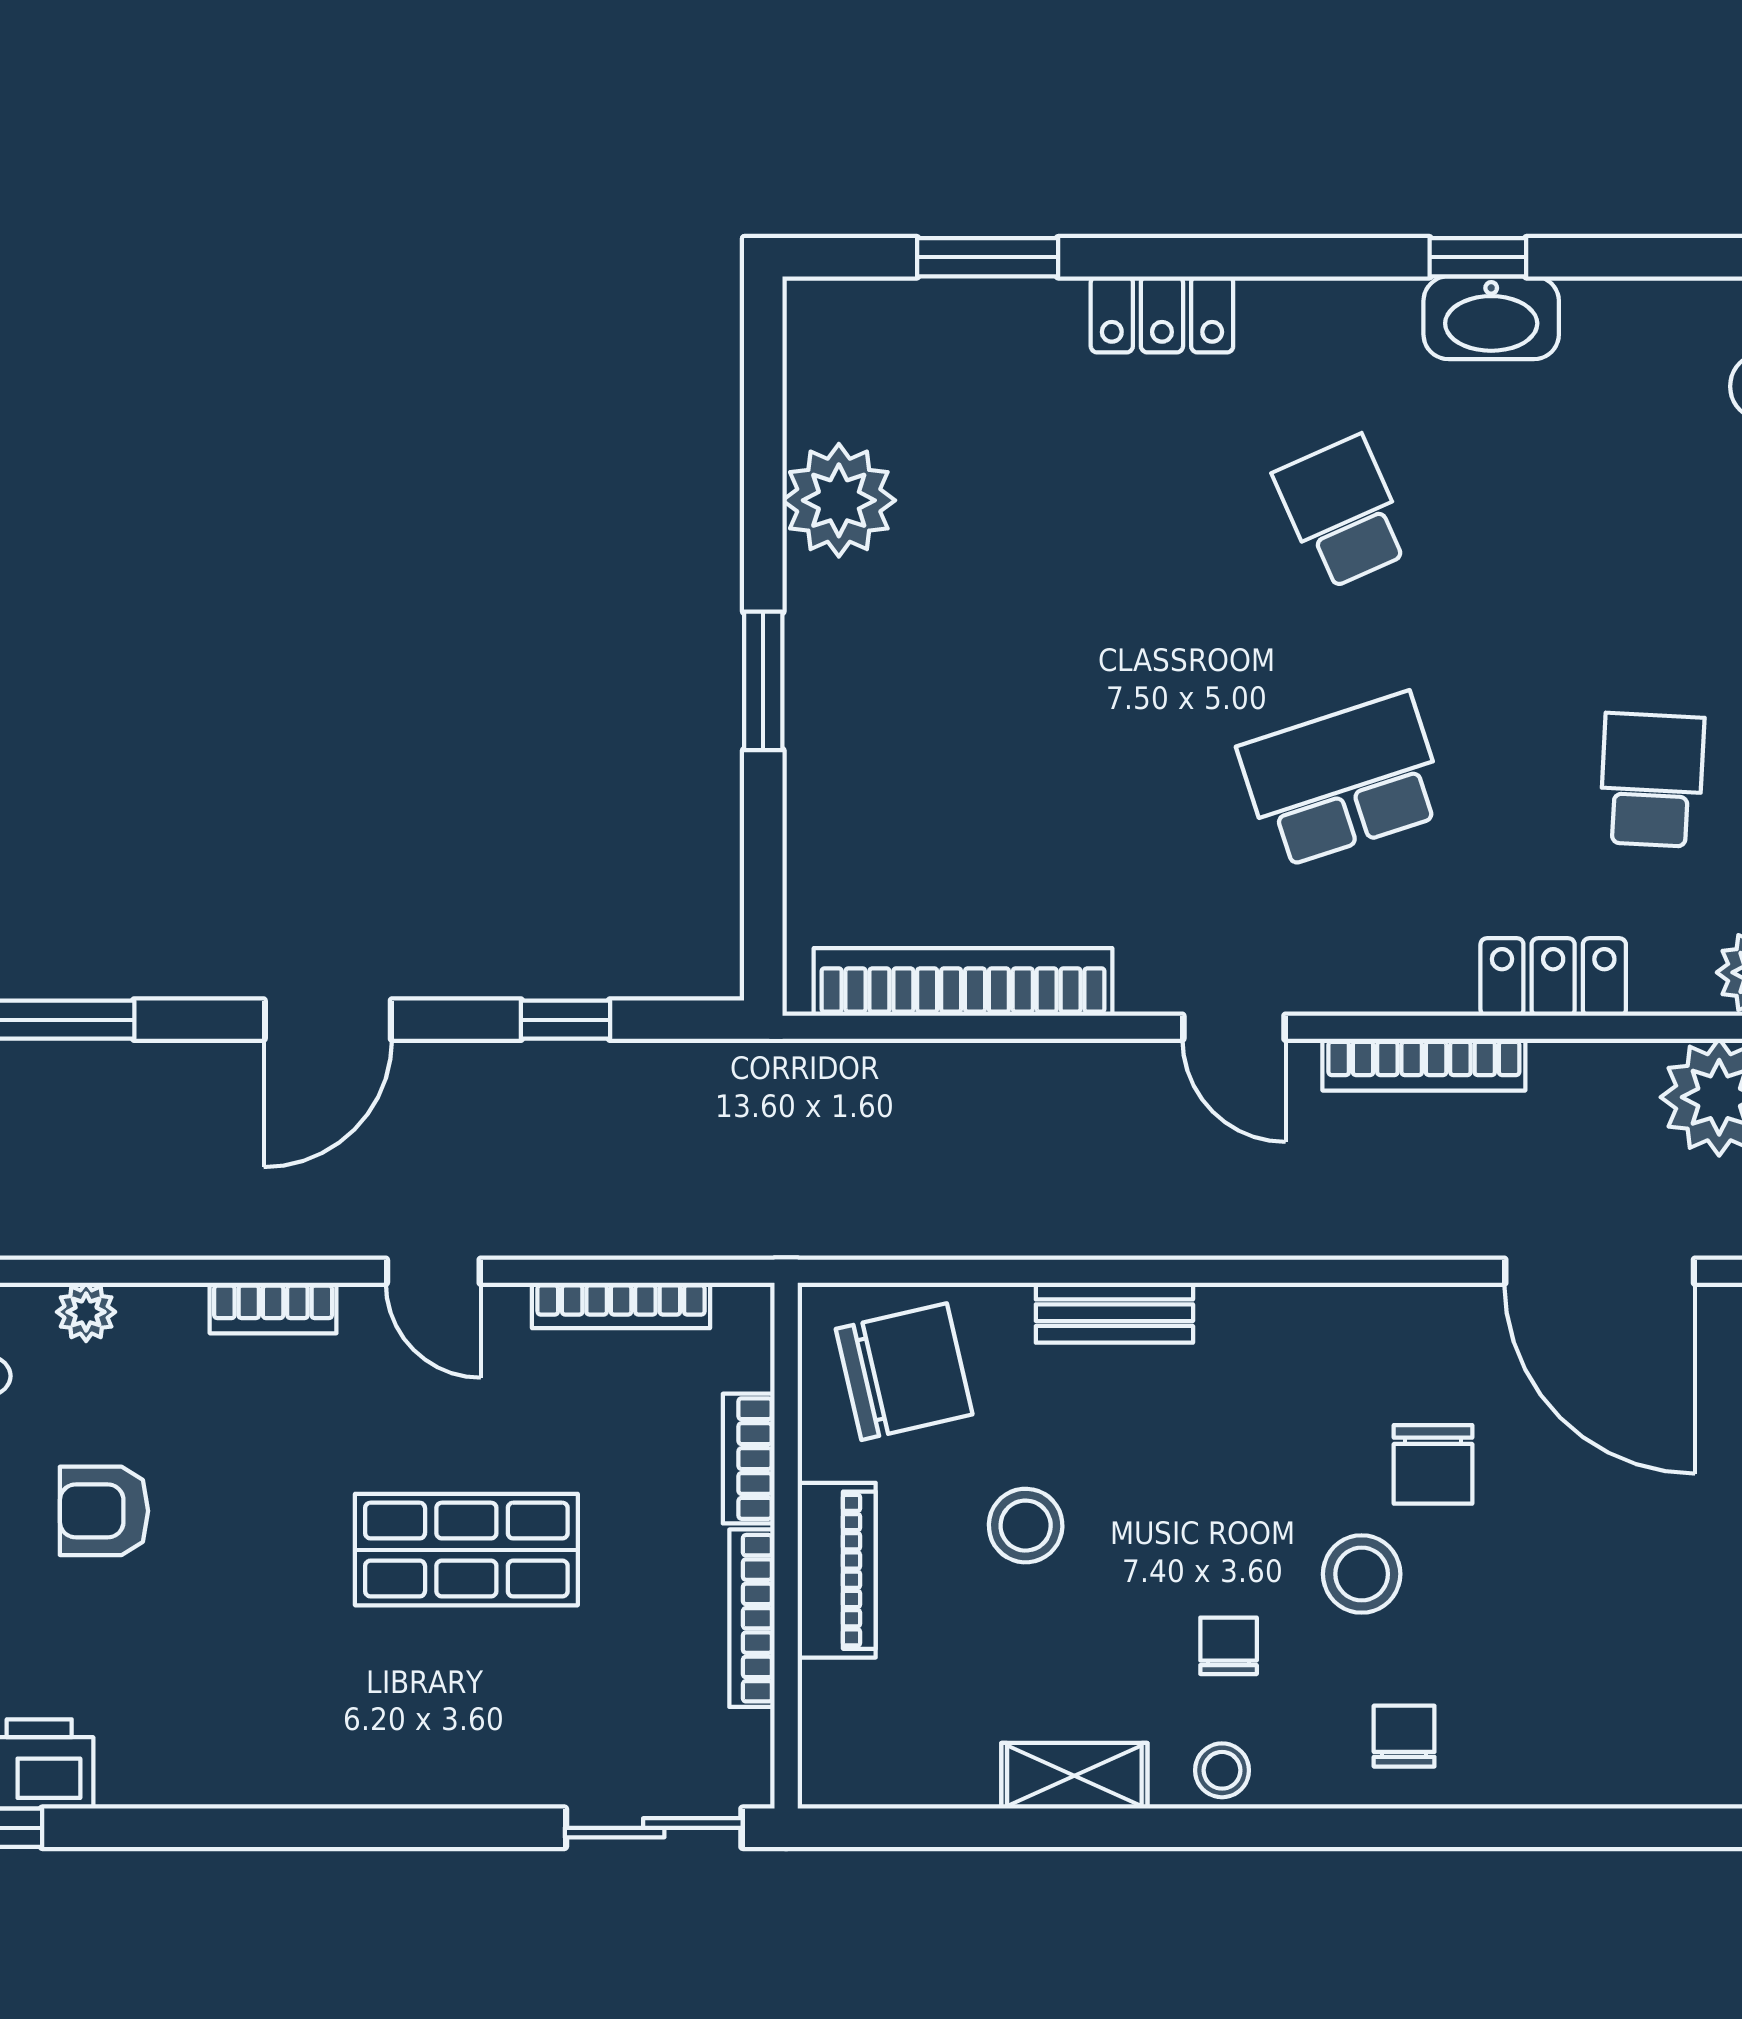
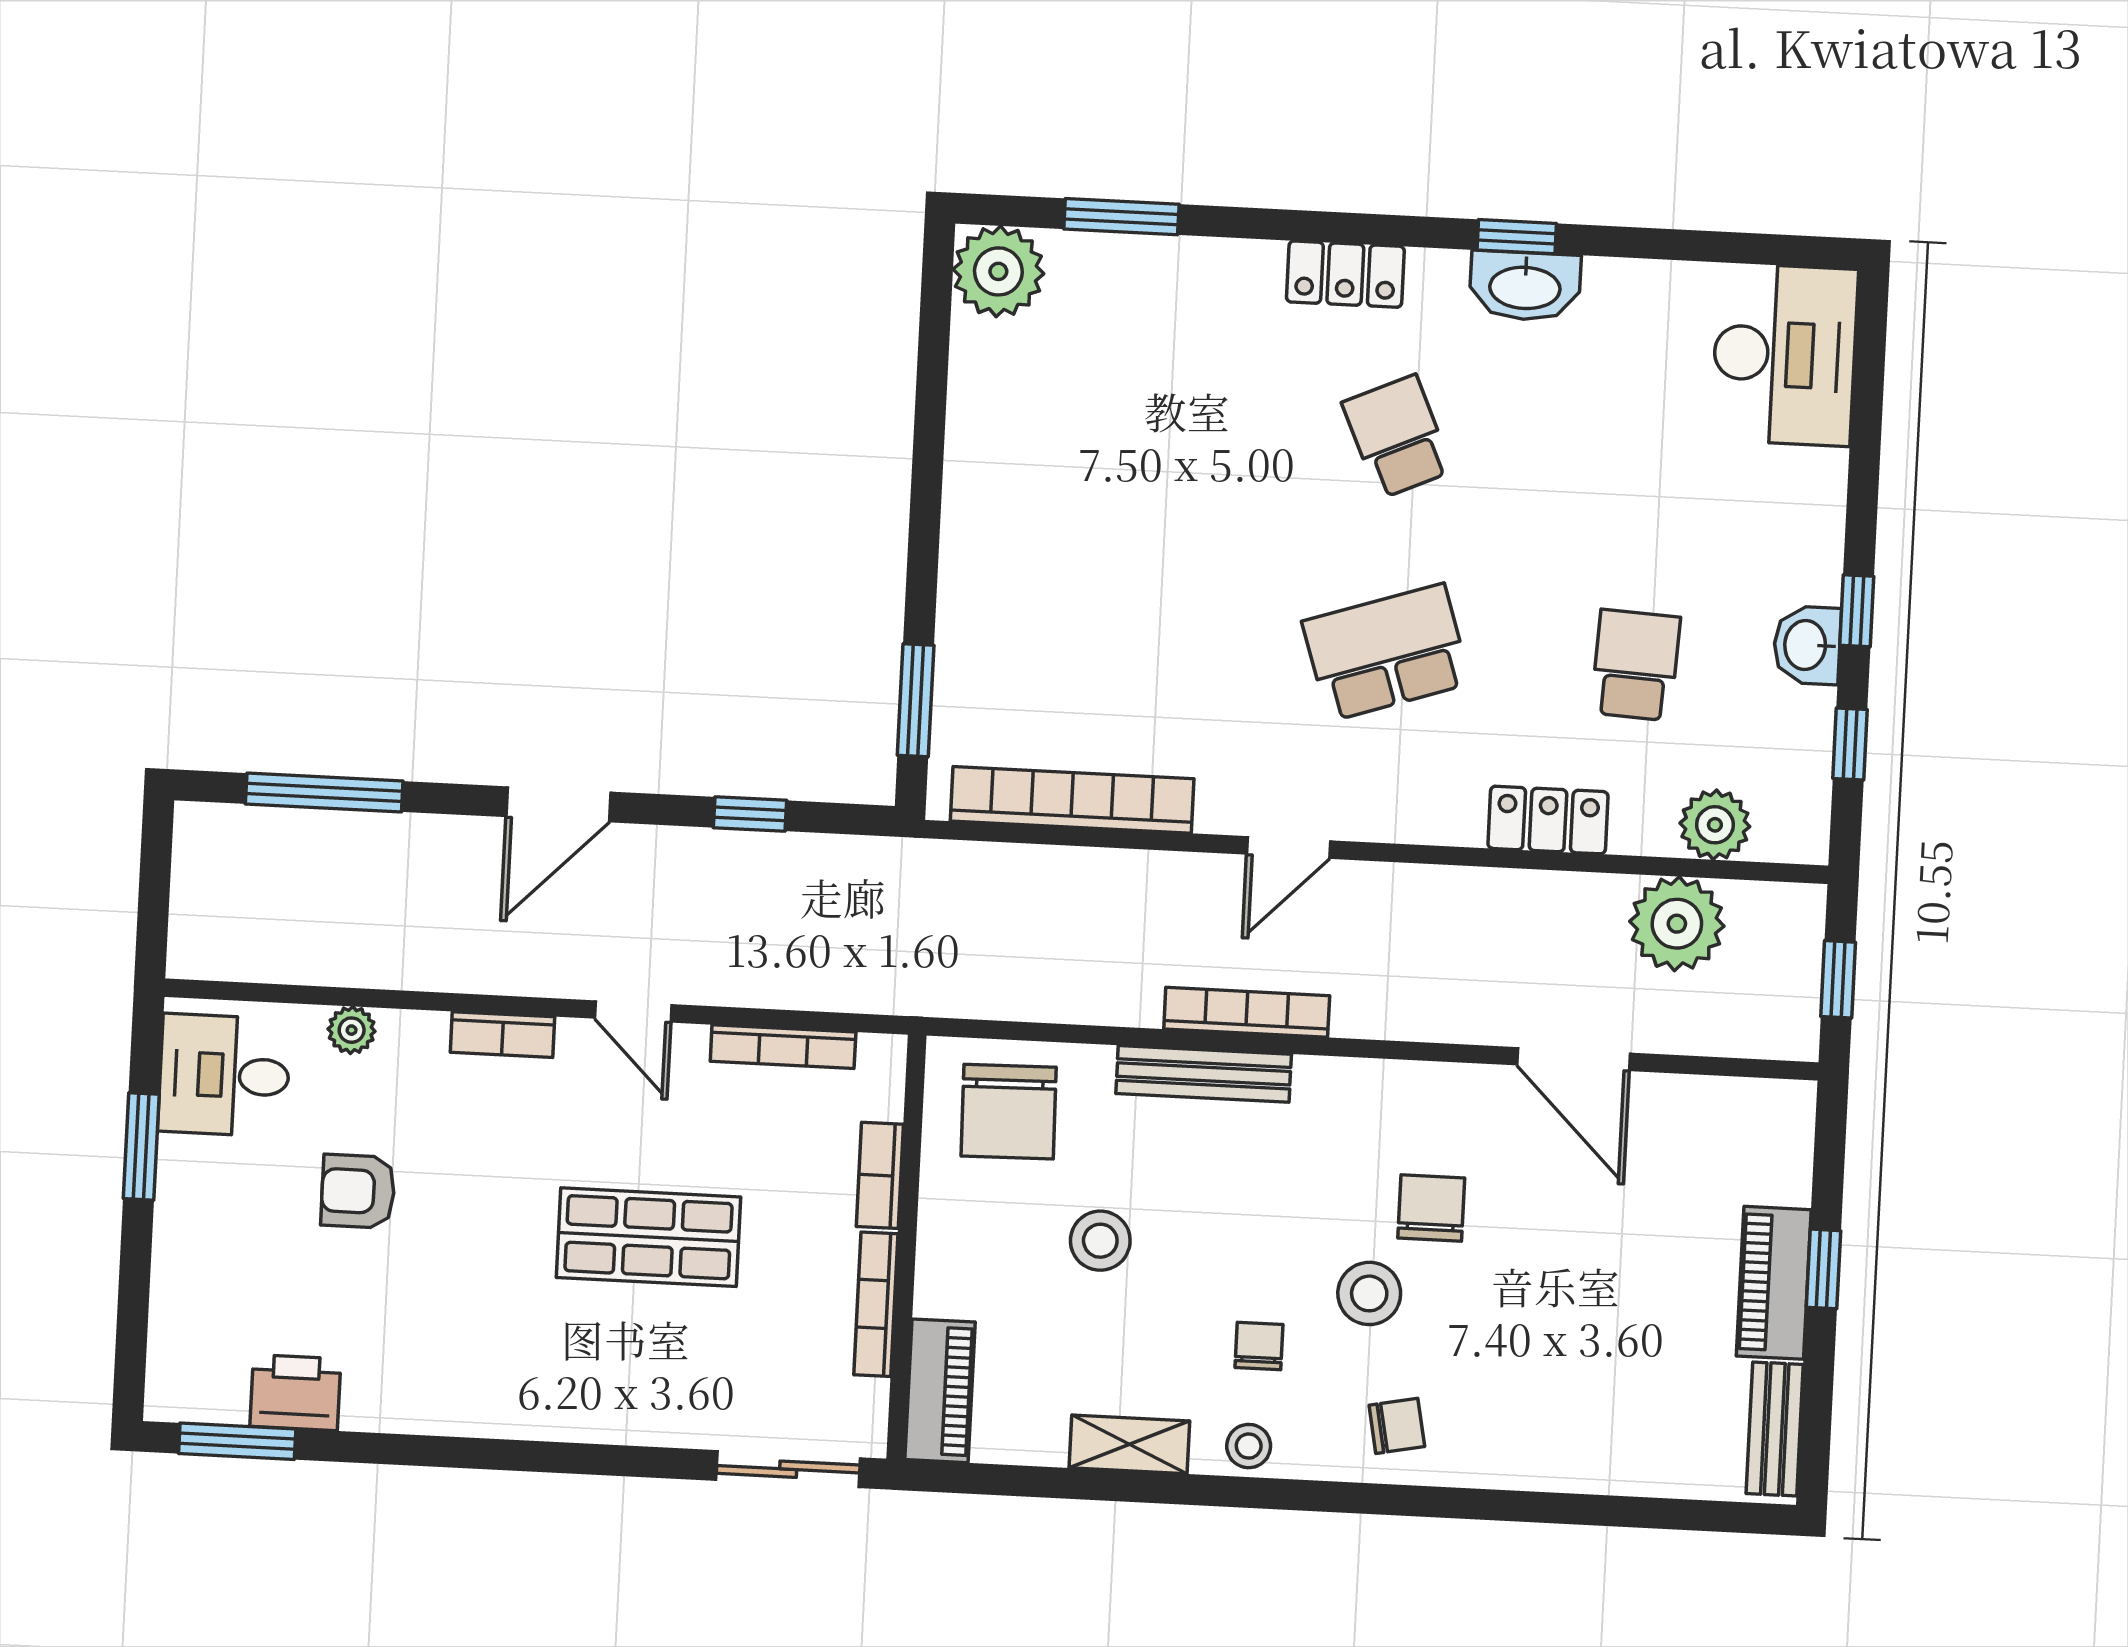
locker: (1162, 314) -> (1345, 274), moved
plant: (839, 500) -> (998, 271), moved
window: (763, 681) -> (916, 700), moved
door: (1234, 1027) -> (1289, 847), hinge flipped
bookcase: (1424, 1065) -> (1247, 1012), moved, turned 180
door: (1600, 1271) -> (1573, 1059), width x0.73
bench: (1114, 1313) -> (1204, 1074), width x1.36
chair: (904, 1372) -> (1009, 1112), turned 102
chair: (1433, 1464) -> (1431, 1208), turned 180
piano: (837, 1570) -> (940, 1391), moved
chair: (1404, 1736) -> (1397, 1426), turned 79

